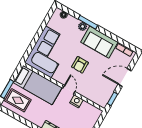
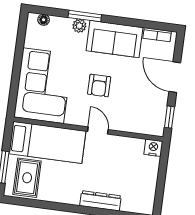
door: (125, 78) -> (175, 77), hinge flipped
rug: (18, 100) -> (27, 178), turned 90
nightstand: (76, 101) -> (153, 148), moved

